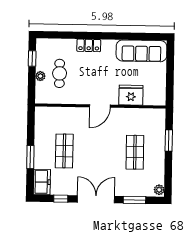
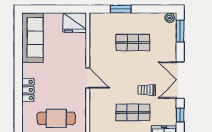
cafe table: (60, 73) -> (56, 118), width x1.37, depth x1.35
fridge: (131, 95) -> (75, 23), moved, turned -90
trolley: (87, 165) -> (147, 90), added
window: (134, 200) -> (180, 31), moved

